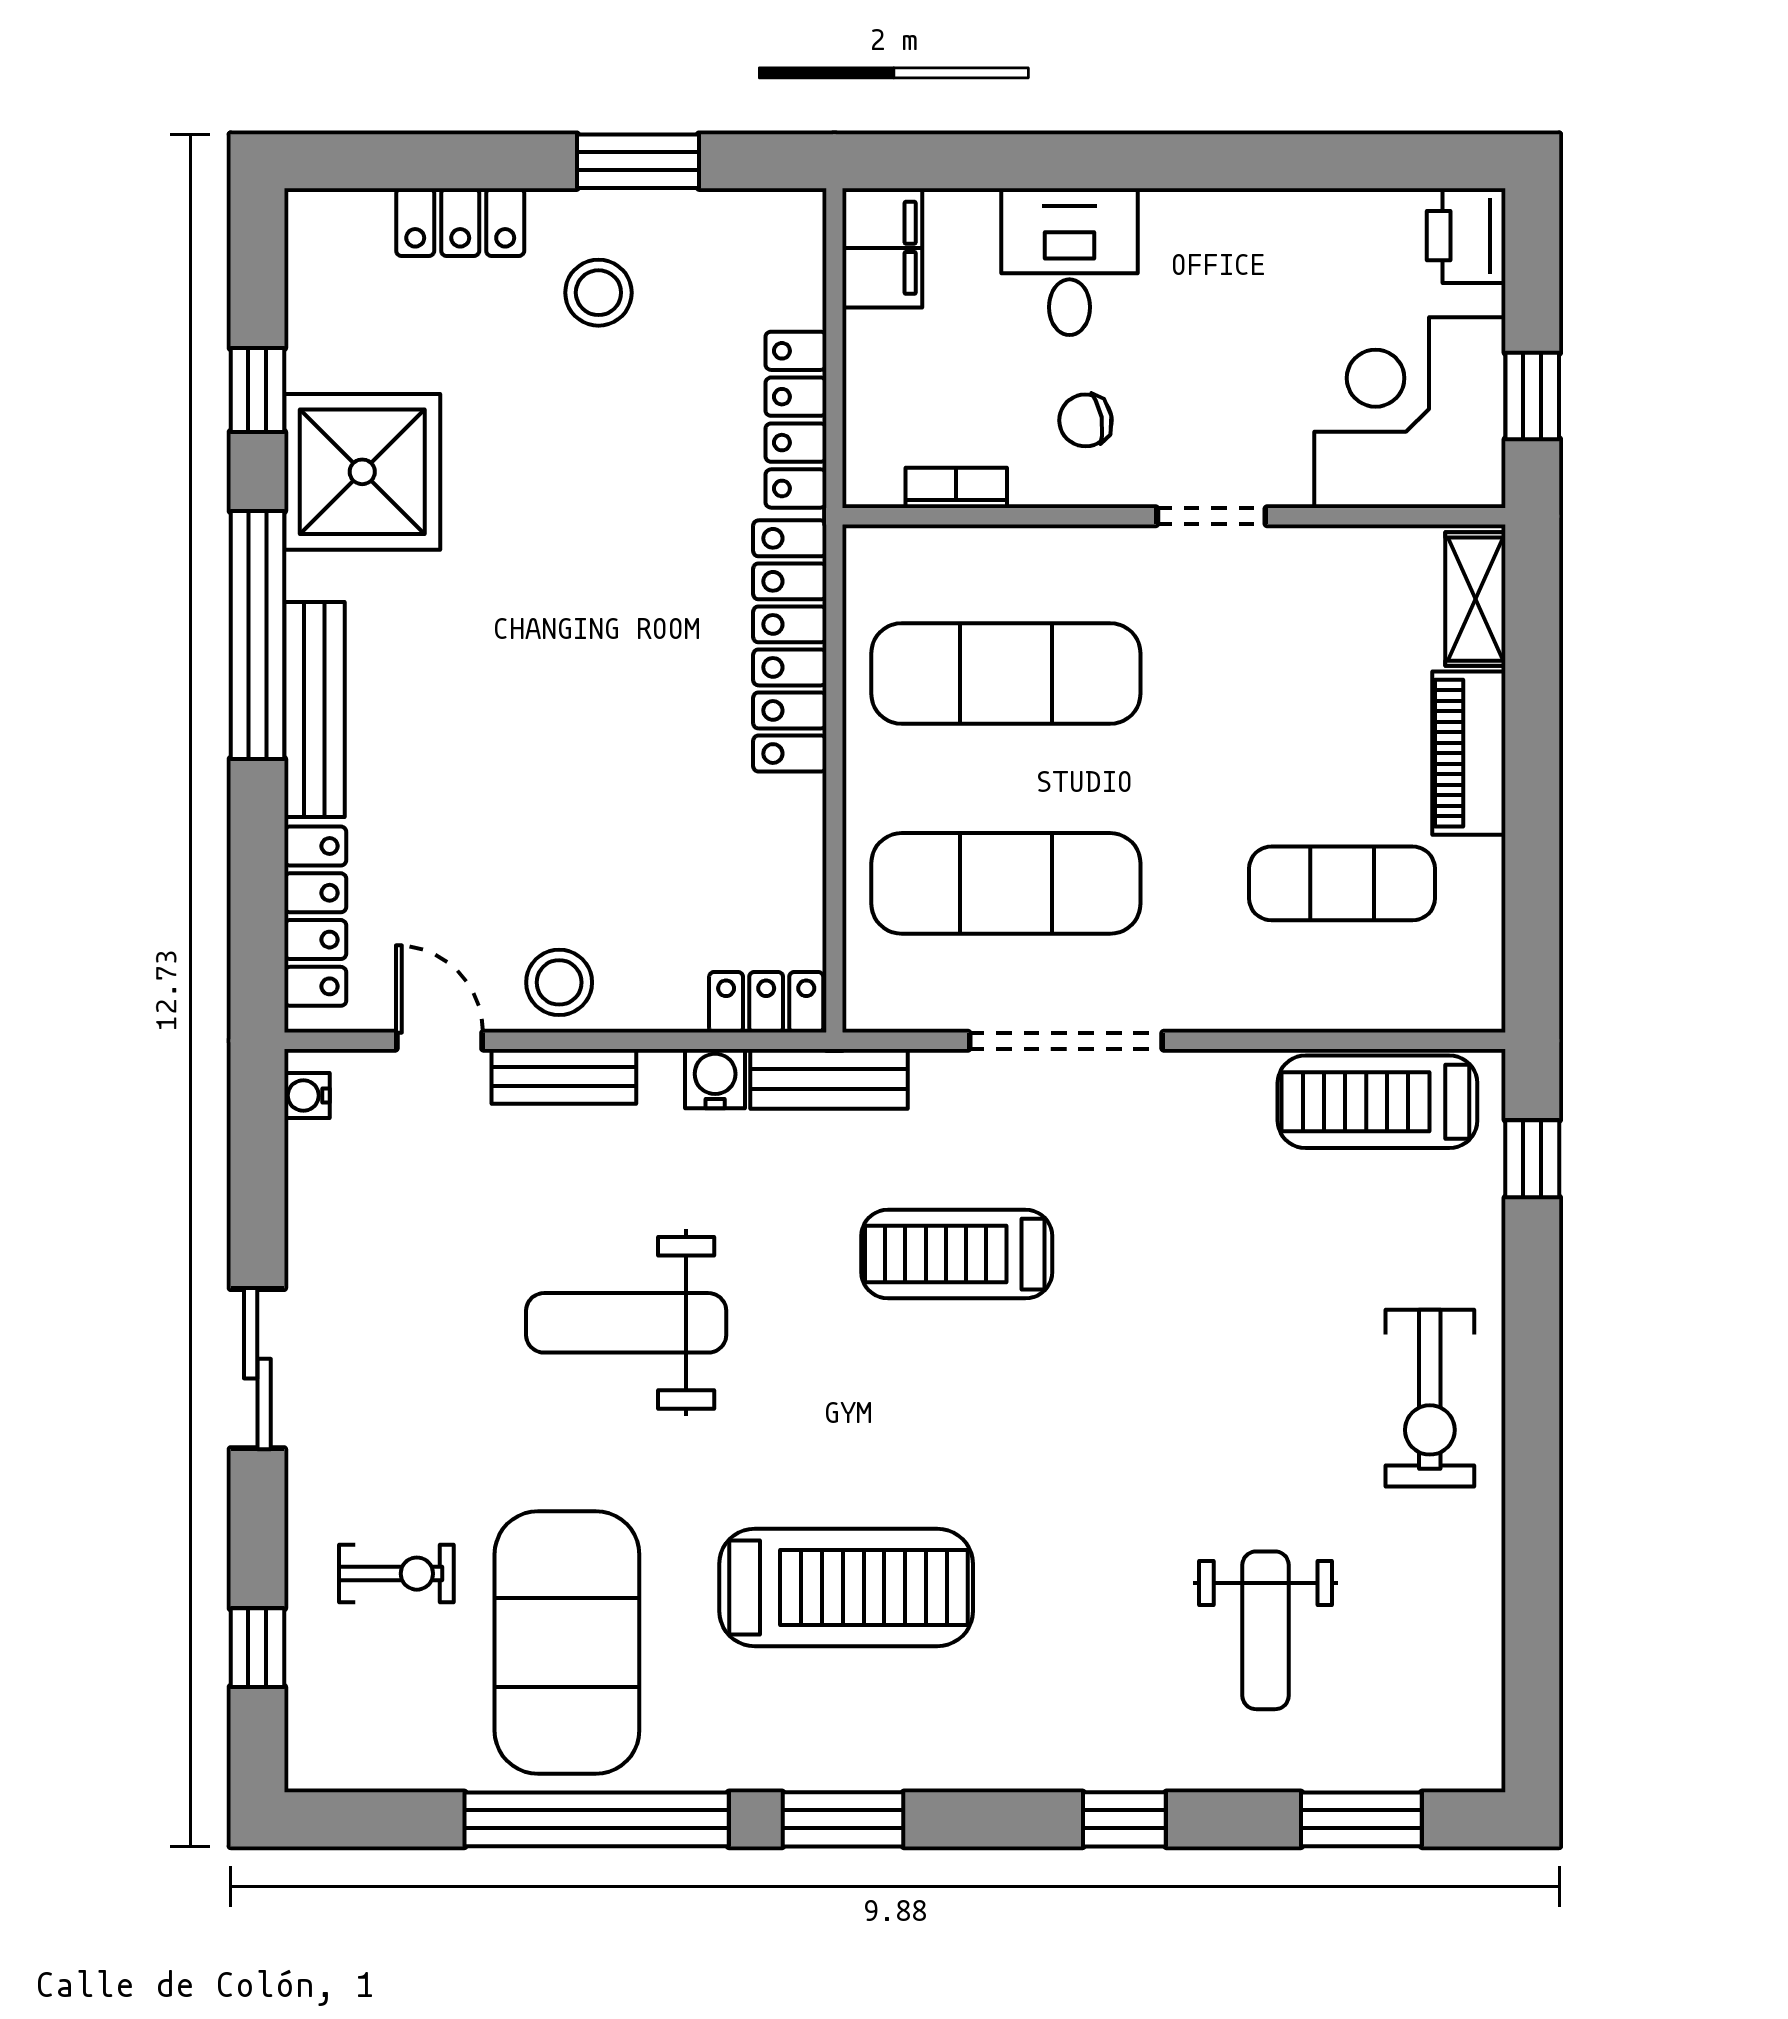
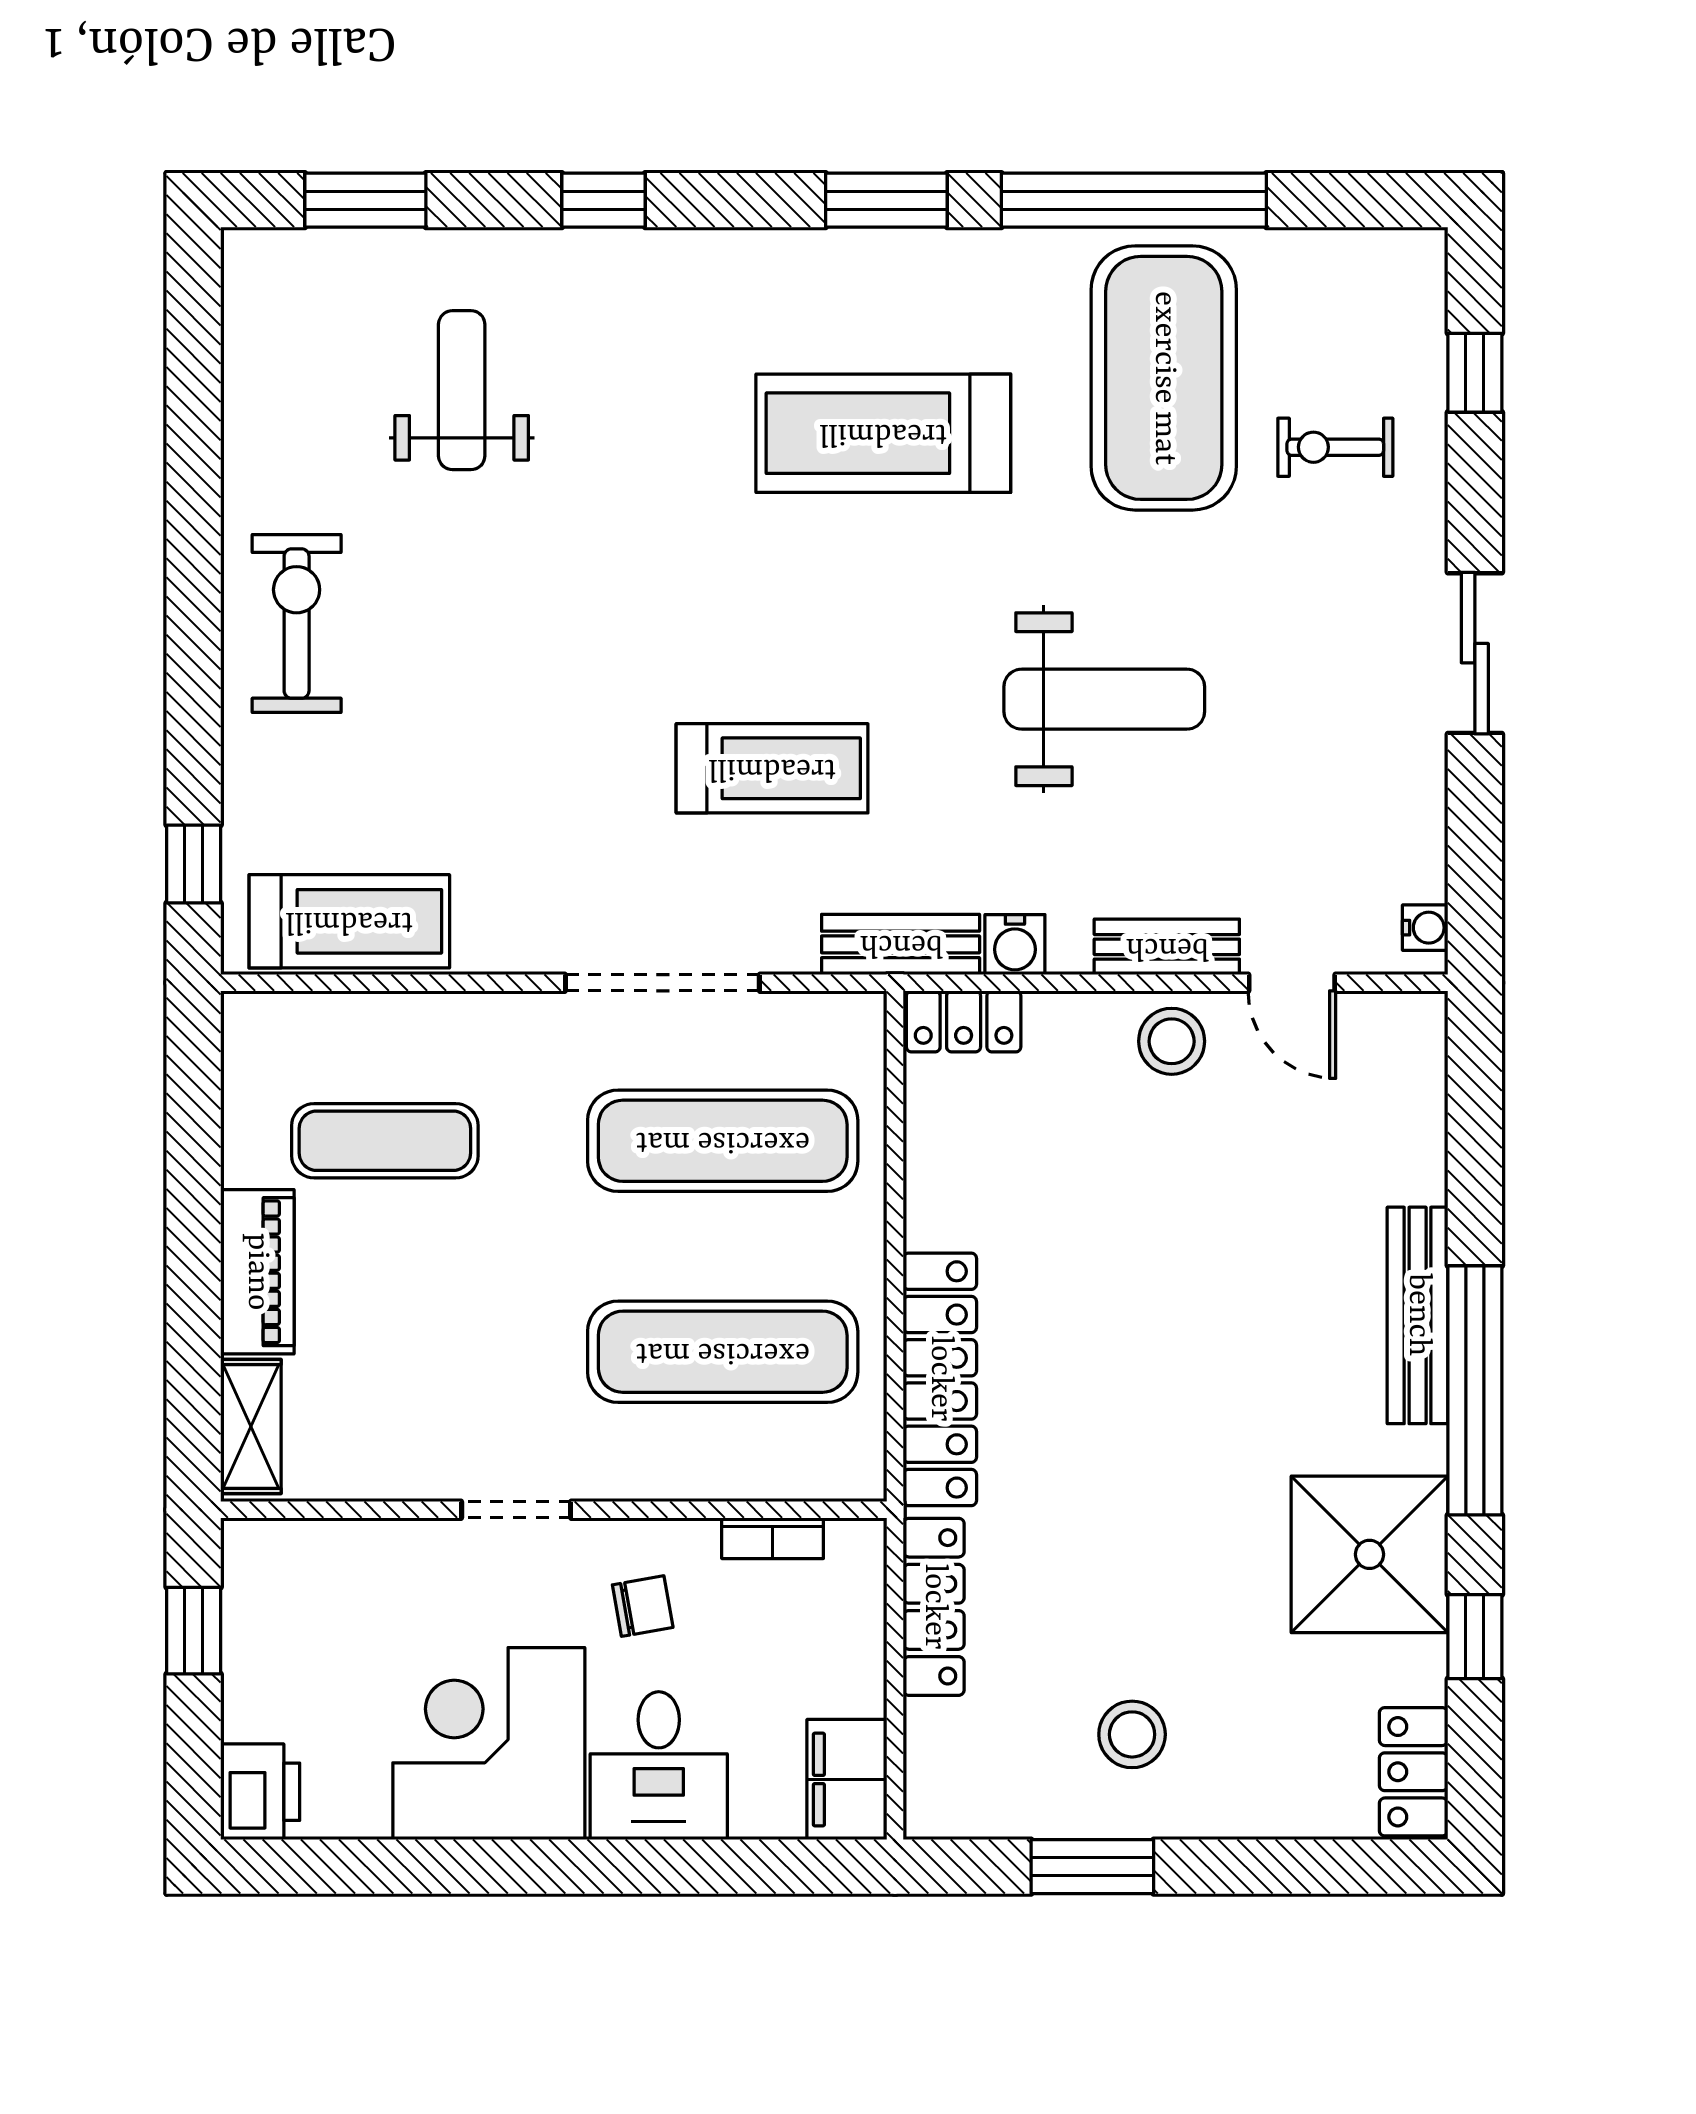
locker: (460, 222) -> (1414, 1772), moved, turned -90
corner desk: (1410, 413) -> (489, 1744), moved, turned 180
locker: (315, 916) -> (1417, 1108), removed

